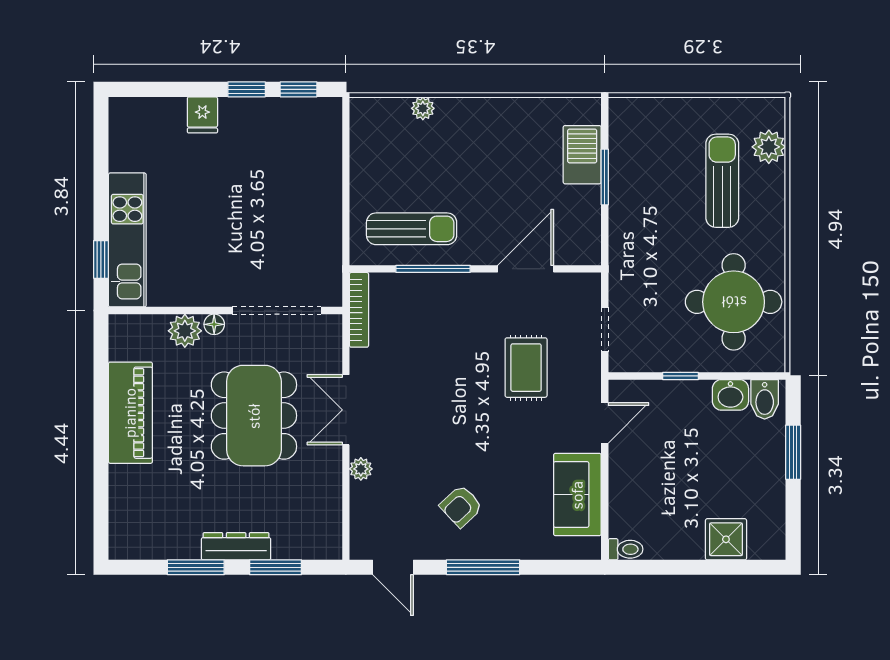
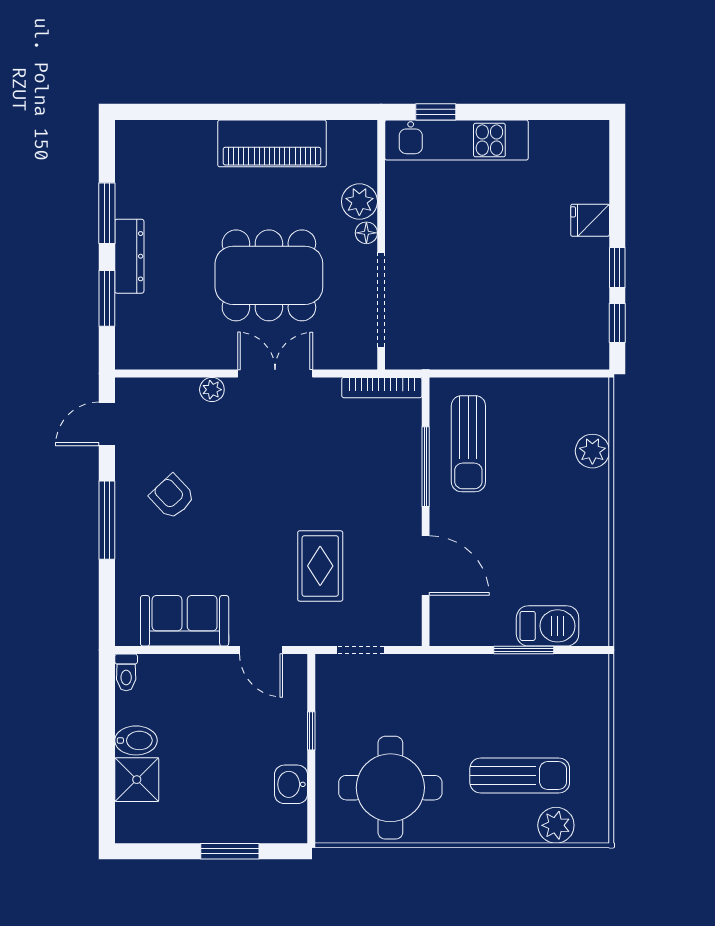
plant: (423, 108) -> (592, 451), width x1.38, depth x1.38
rug: (526, 368) -> (320, 566), turned 90
bidet: (765, 399) -> (136, 740), moved, turned 180

